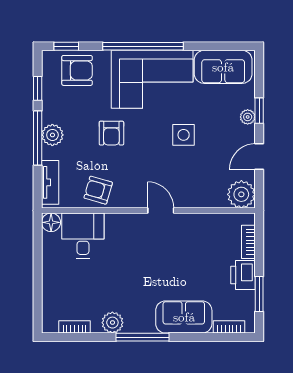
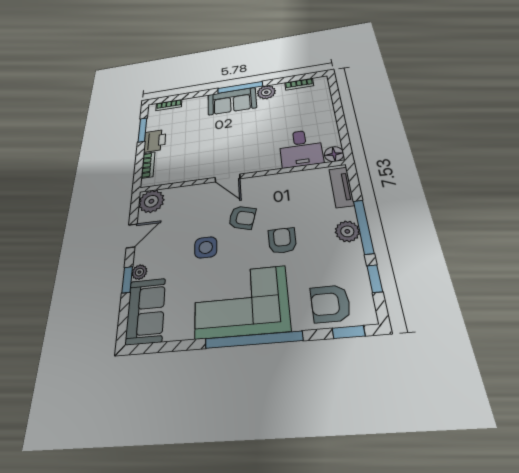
sofa: (223, 67) -> (146, 311), moved, turned 90
armchair: (98, 190) -> (242, 218), moved
sofa: (184, 317) -> (232, 101), moved

